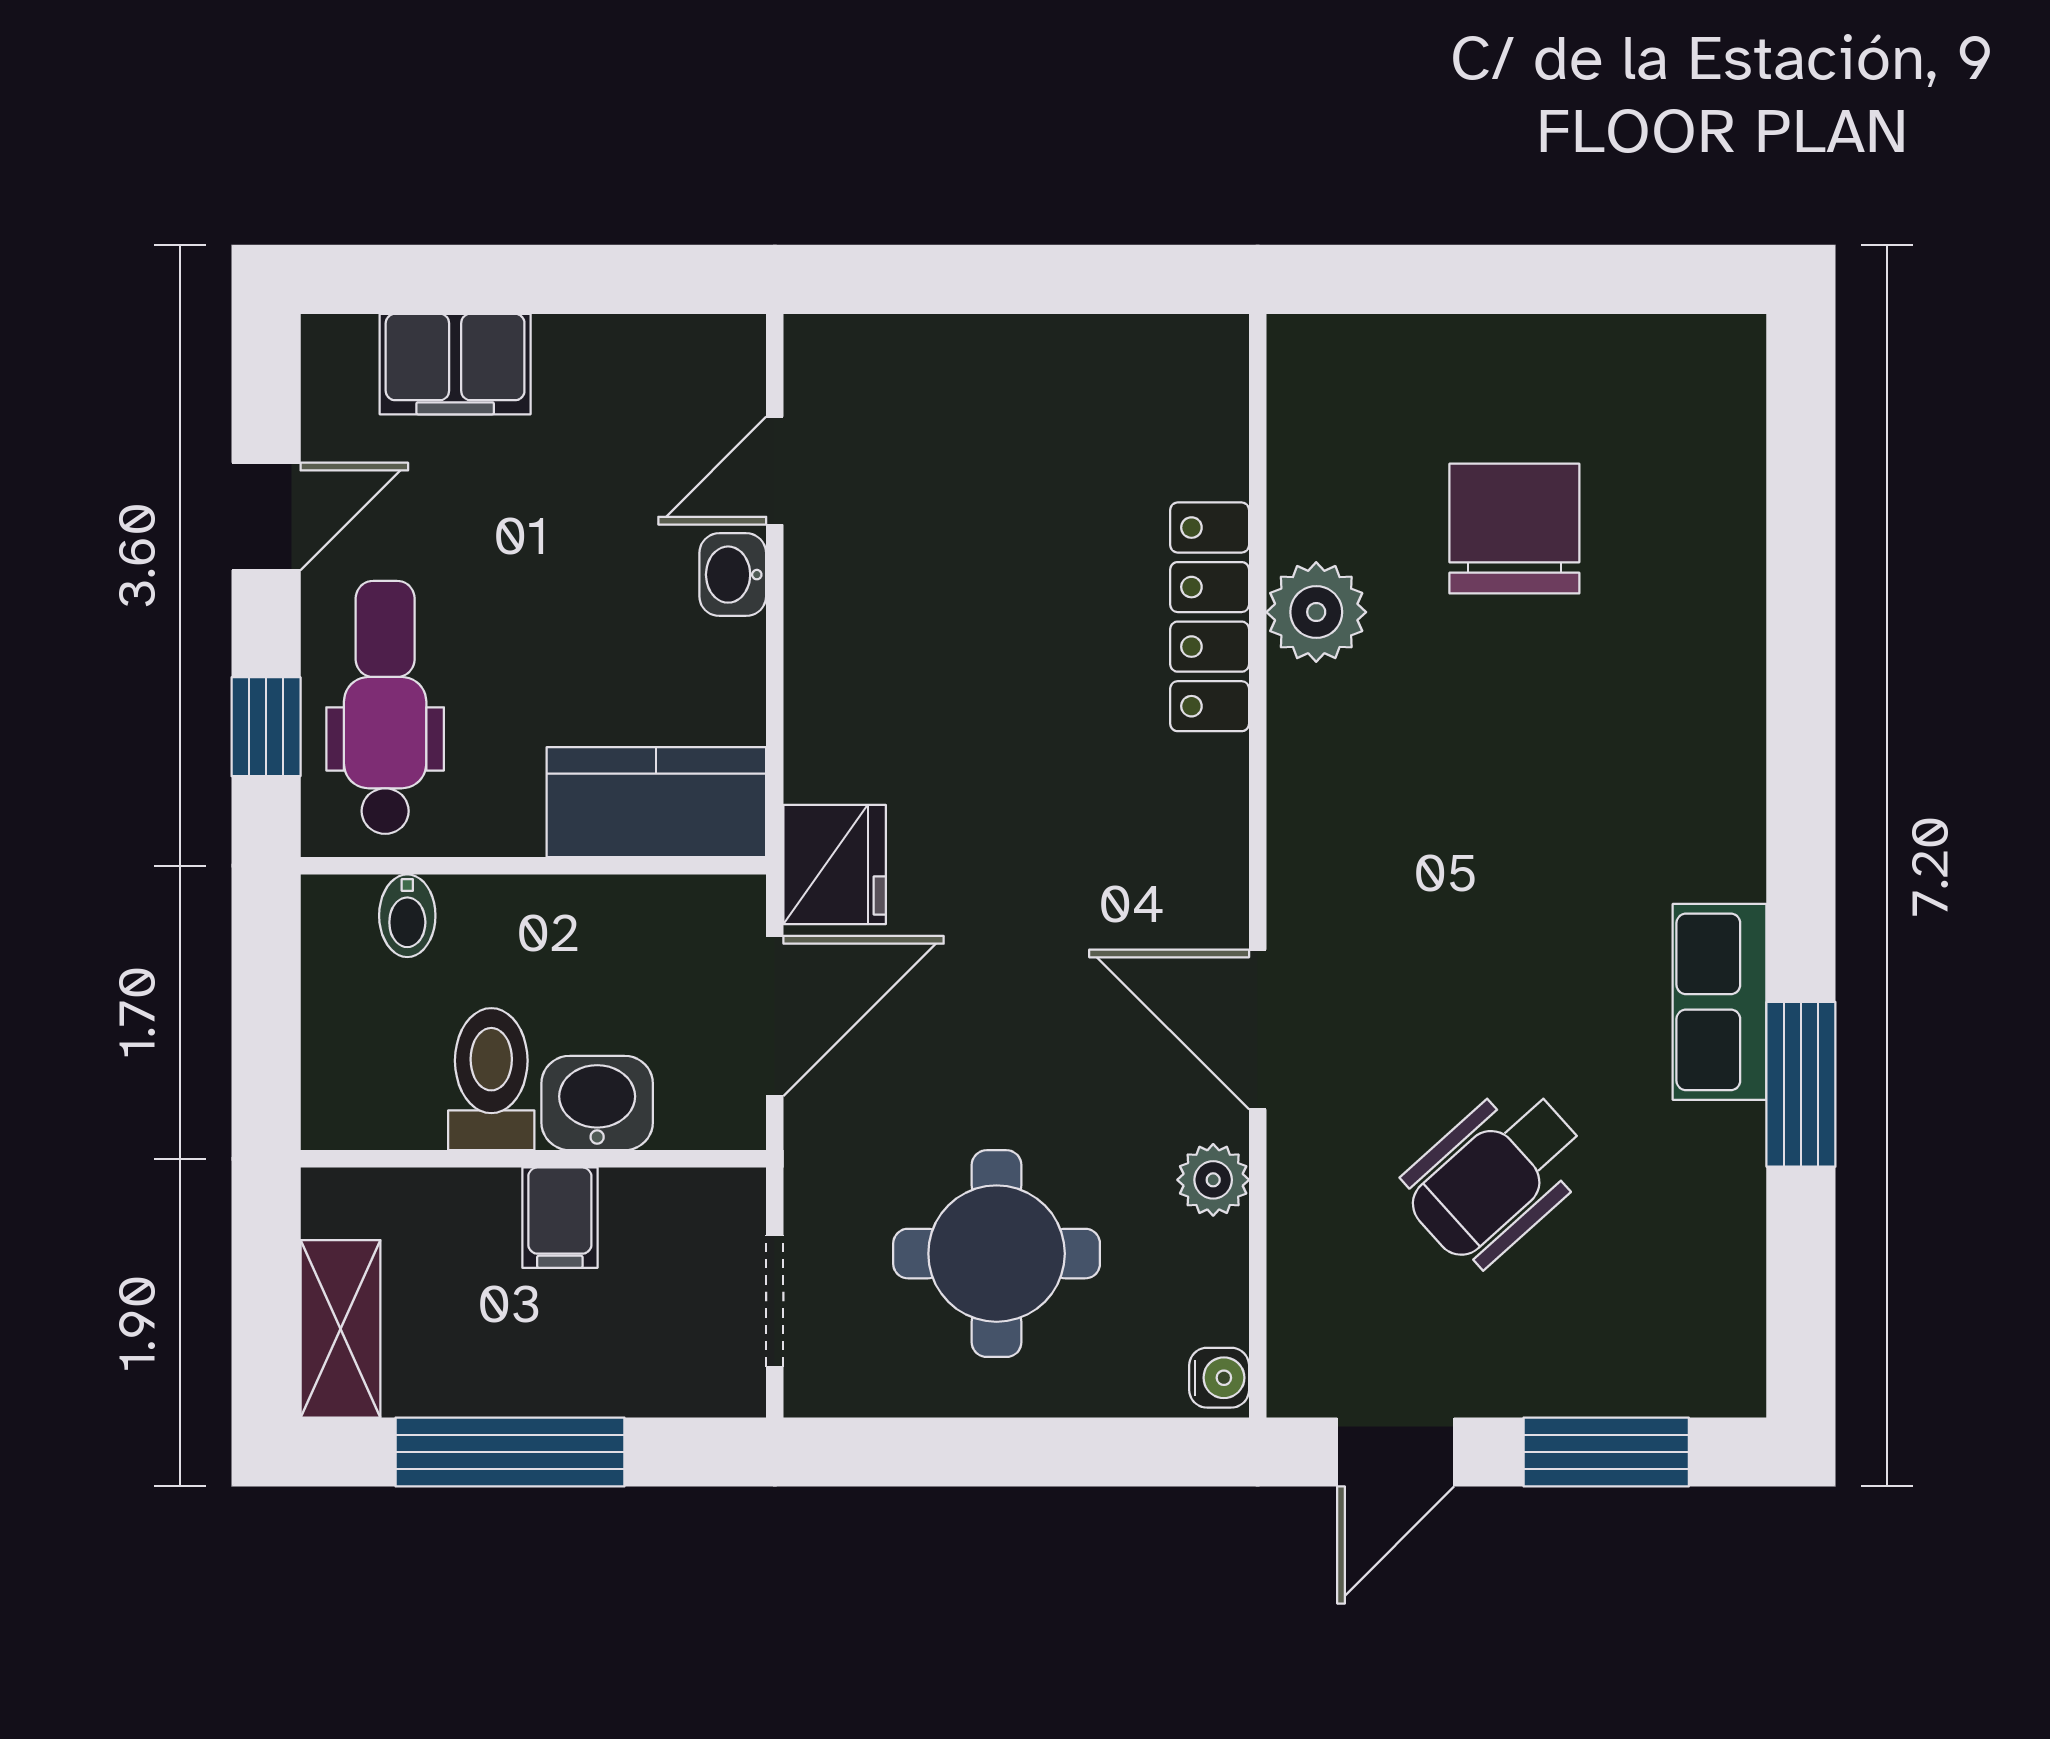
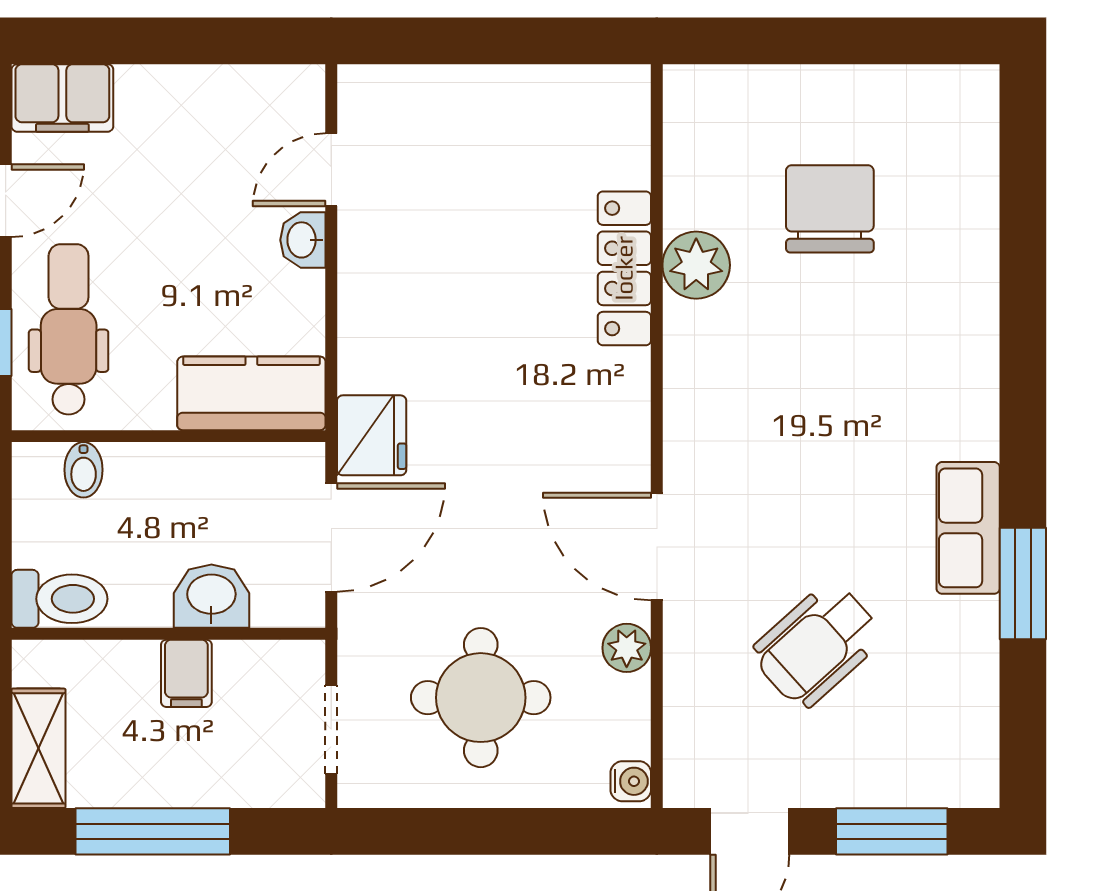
filing cabinet: (455, 364) -> (62, 98), moved
toilet: (491, 1079) -> (59, 599), moved, turned 90

